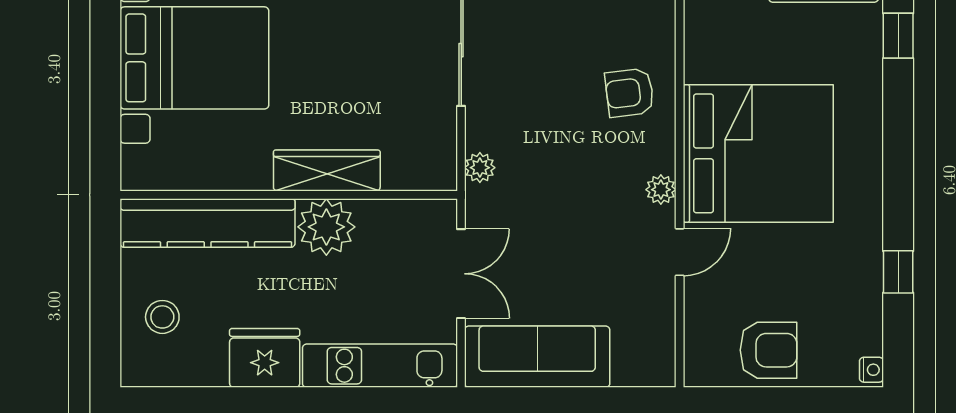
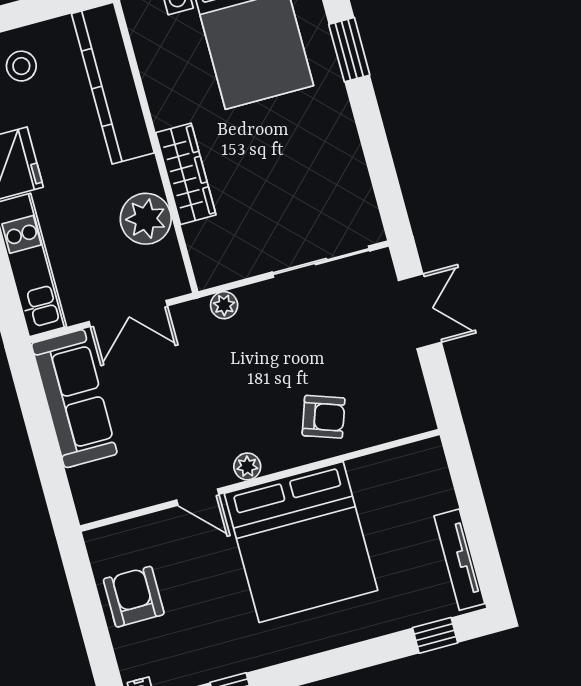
armchair: (630, 93) -> (324, 417), turned 116
plant: (326, 227) -> (146, 219), moved
armchair: (769, 350) -> (134, 597), turned 180

